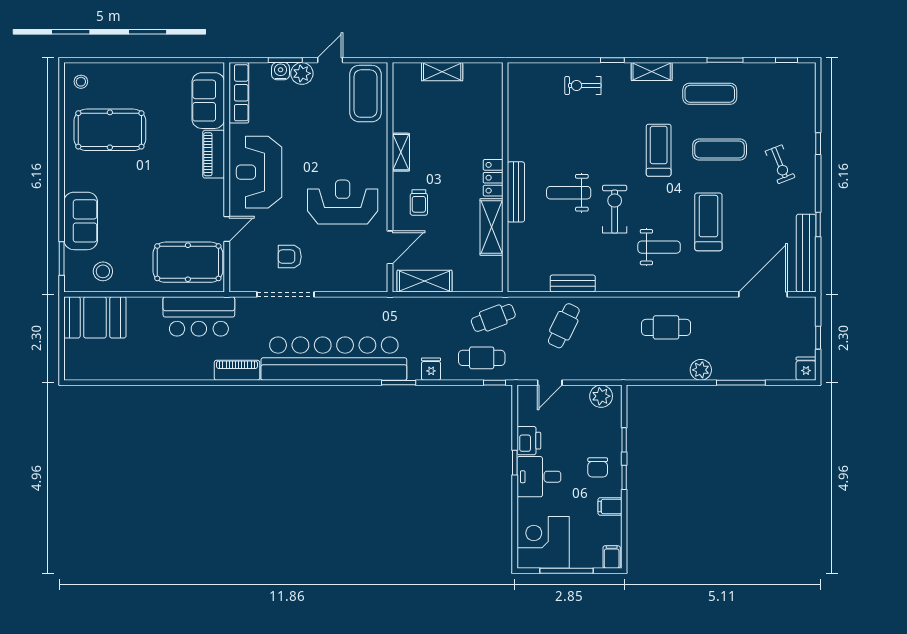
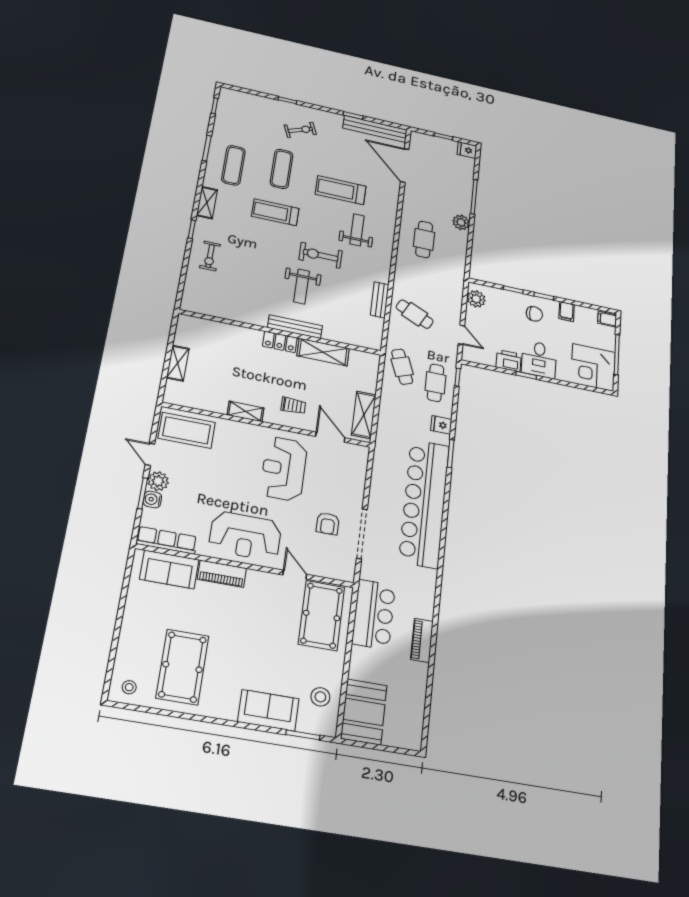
piano: (237, 370) -> (422, 640), moved

